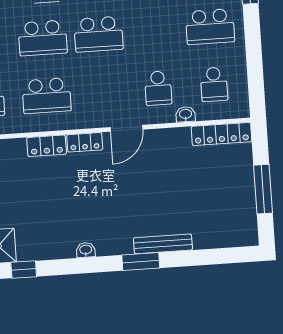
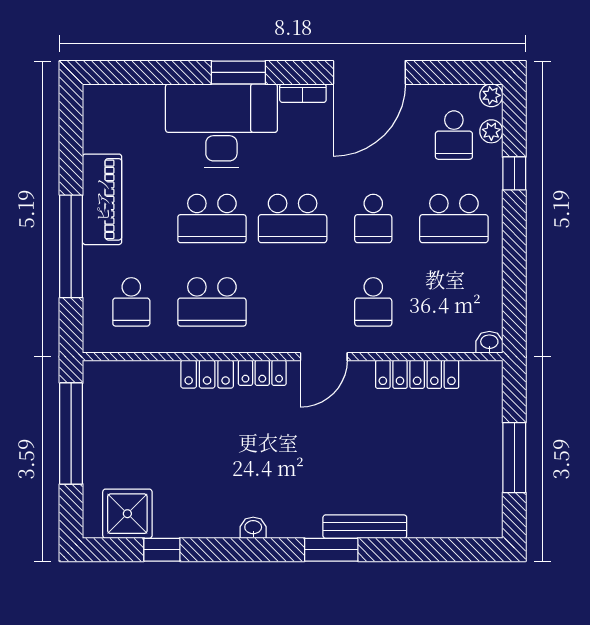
school desk: (214, 84) -> (373, 218), moved
washbasin: (186, 114) -> (489, 342), moved
locker: (222, 134) -> (417, 374), moved

